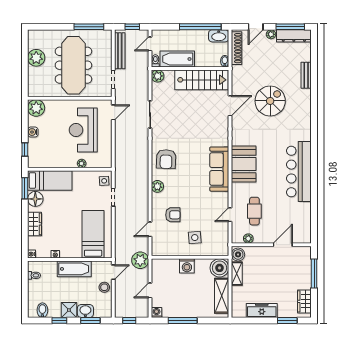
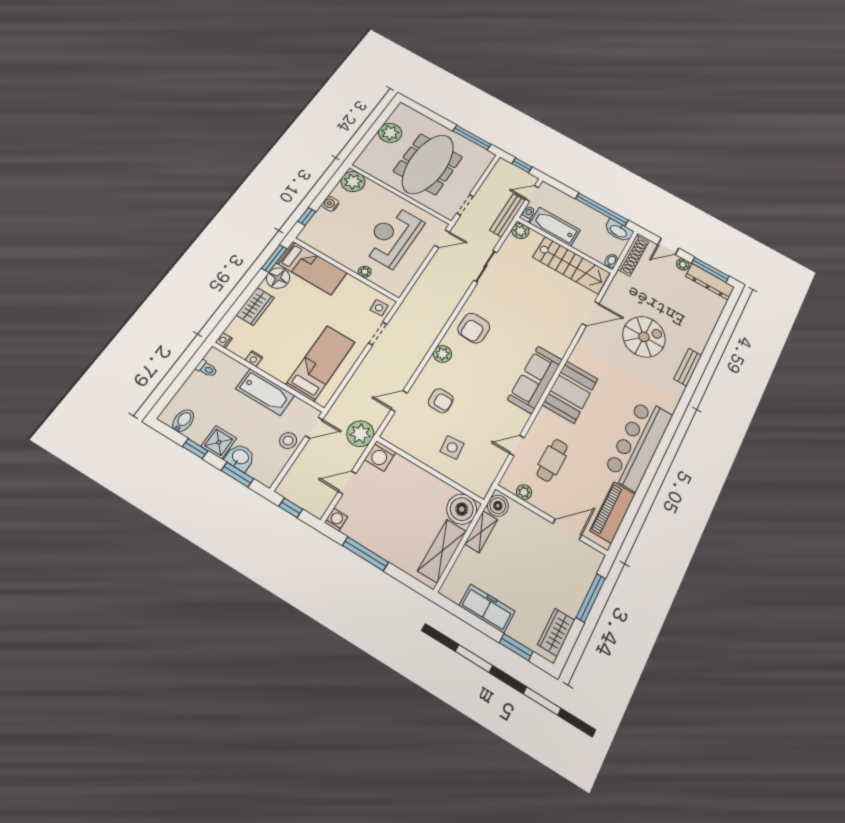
bench: (120, 51) -> (508, 215), moved
bench: (306, 75) -> (688, 367), moved
piano: (303, 220) -> (613, 512), added
washing machine: (187, 266) -> (380, 456), moved

